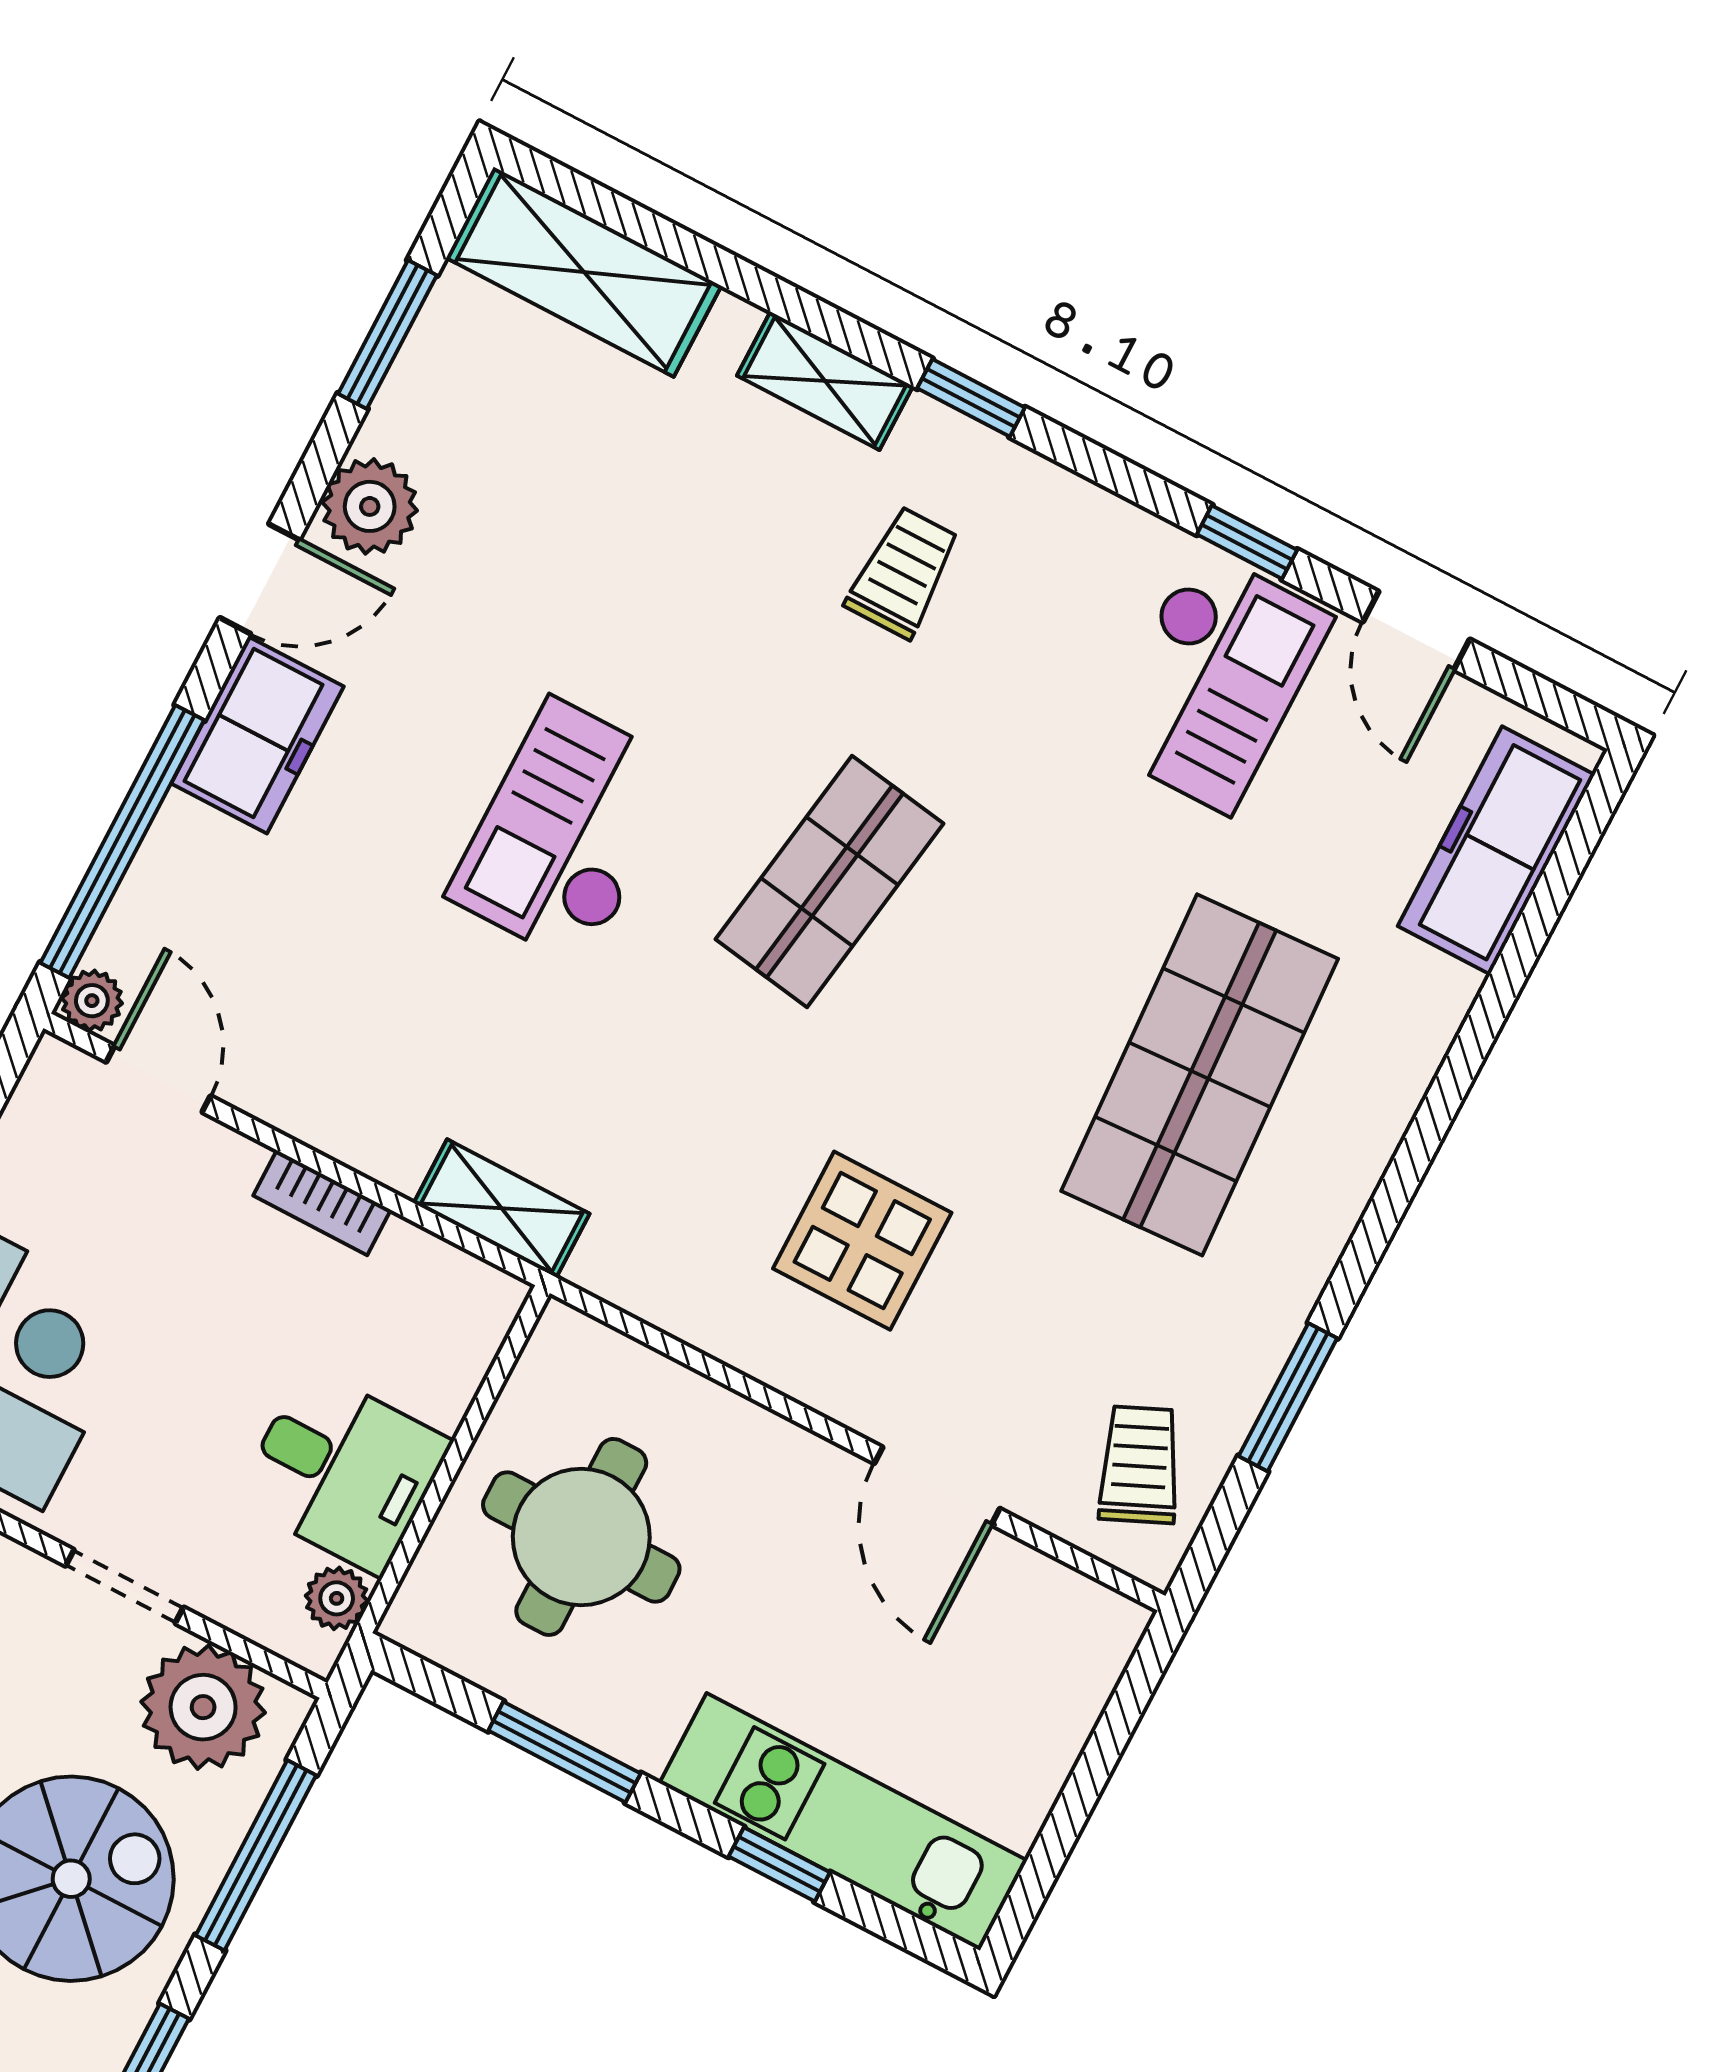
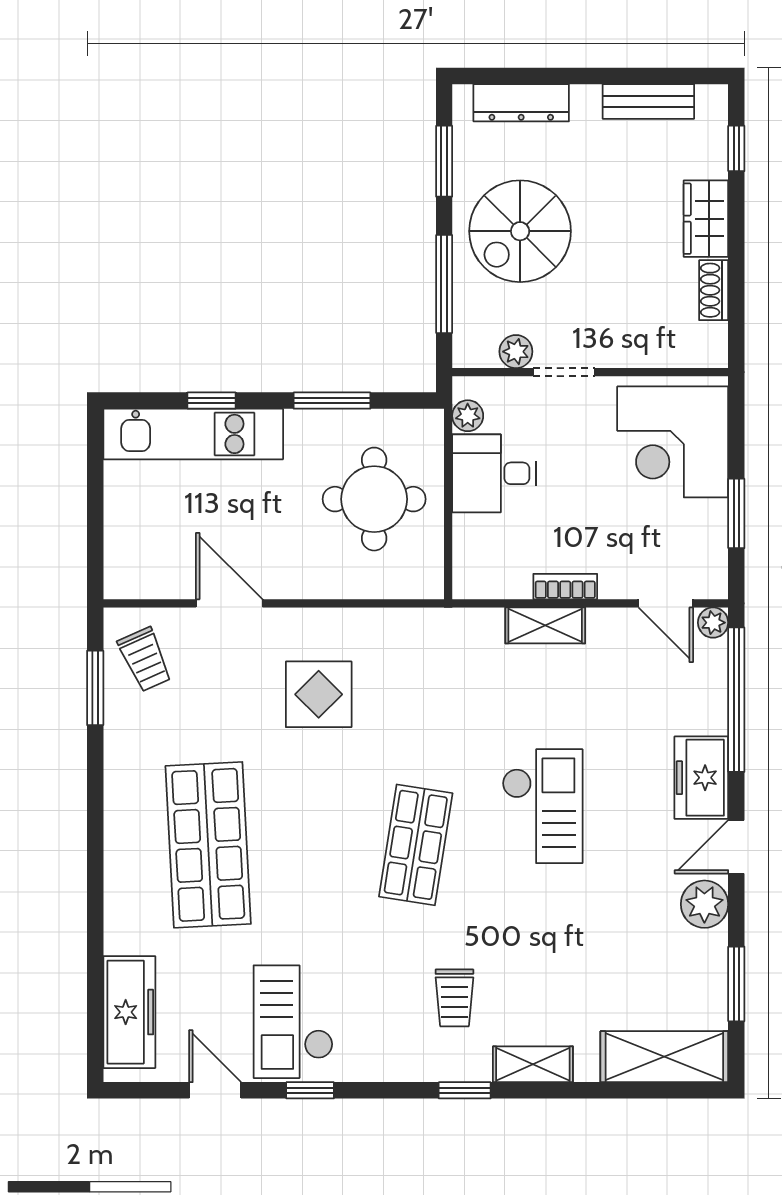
shelving: (502, 1208) -> (545, 625), moved
window: (1288, 1397) -> (95, 688), moved
plant: (203, 1707) -> (516, 352), width x0.53, depth x0.53

